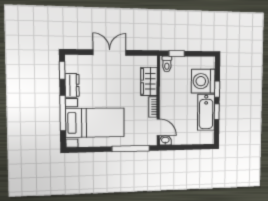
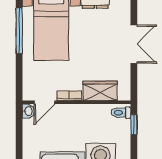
window: (131, 149) -> (19, 31), moved

